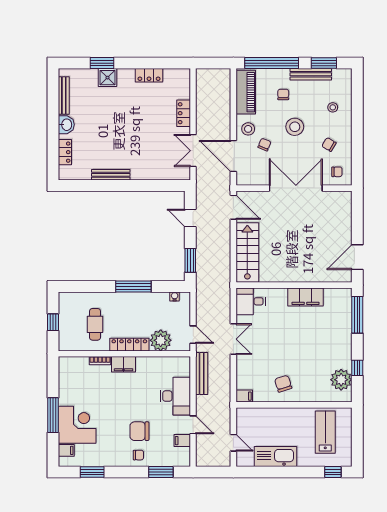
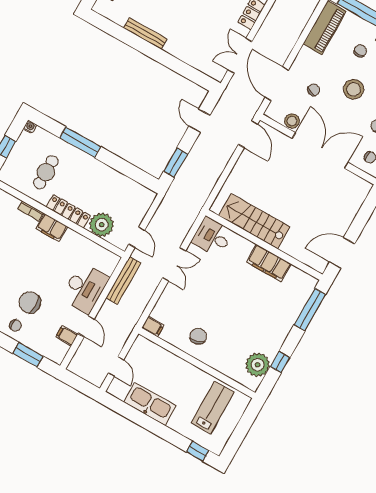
stool: (248, 129) -> (292, 121), moved
stairs: (247, 253) -> (254, 221), moved, turned -90
window: (133, 286) -> (80, 142), moved
water cooler: (175, 296) -> (30, 127), moved

